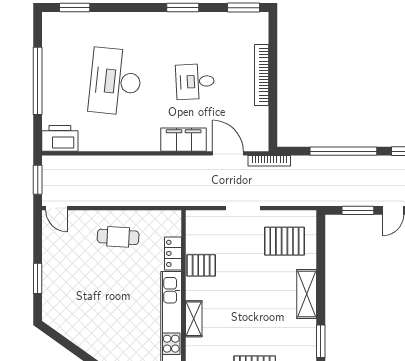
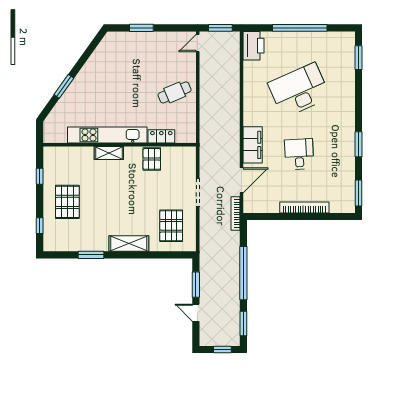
desk: (115, 82) -> (299, 90), turned -30
cafe table: (118, 237) -> (175, 92), turned 64

